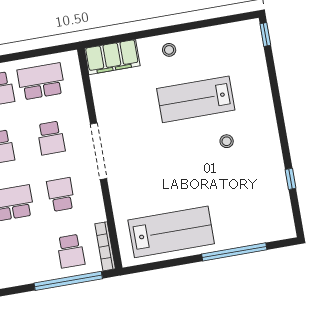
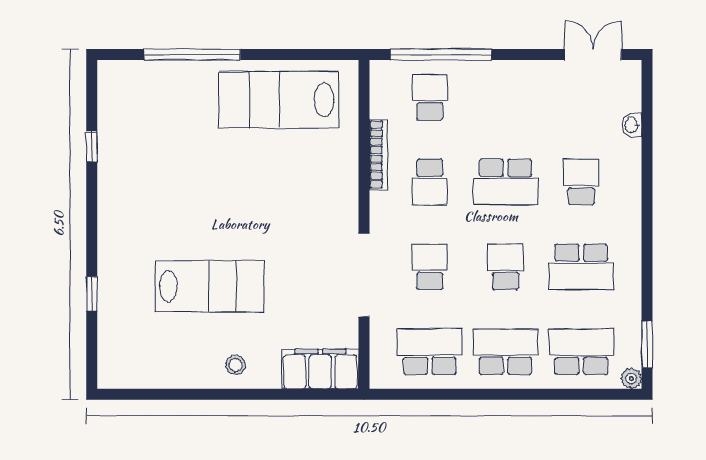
window: (265, 34) -> (92, 294), moved
school desk: (41, 81) -> (430, 352), turned 180
stool: (227, 141) -> (175, 218), removed
doorway: (99, 151) -> (364, 275), moved
bookcase: (105, 246) -> (378, 154), moved

